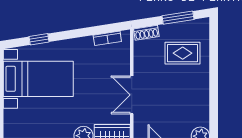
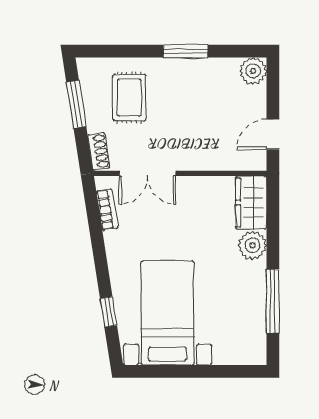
window: (214, 91) -> (185, 51), added
double door: (132, 95) -> (148, 173), moved

